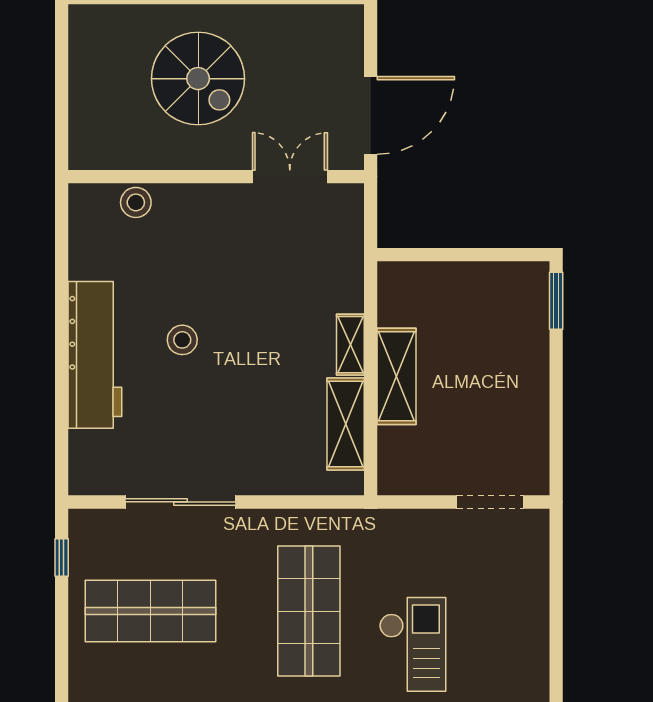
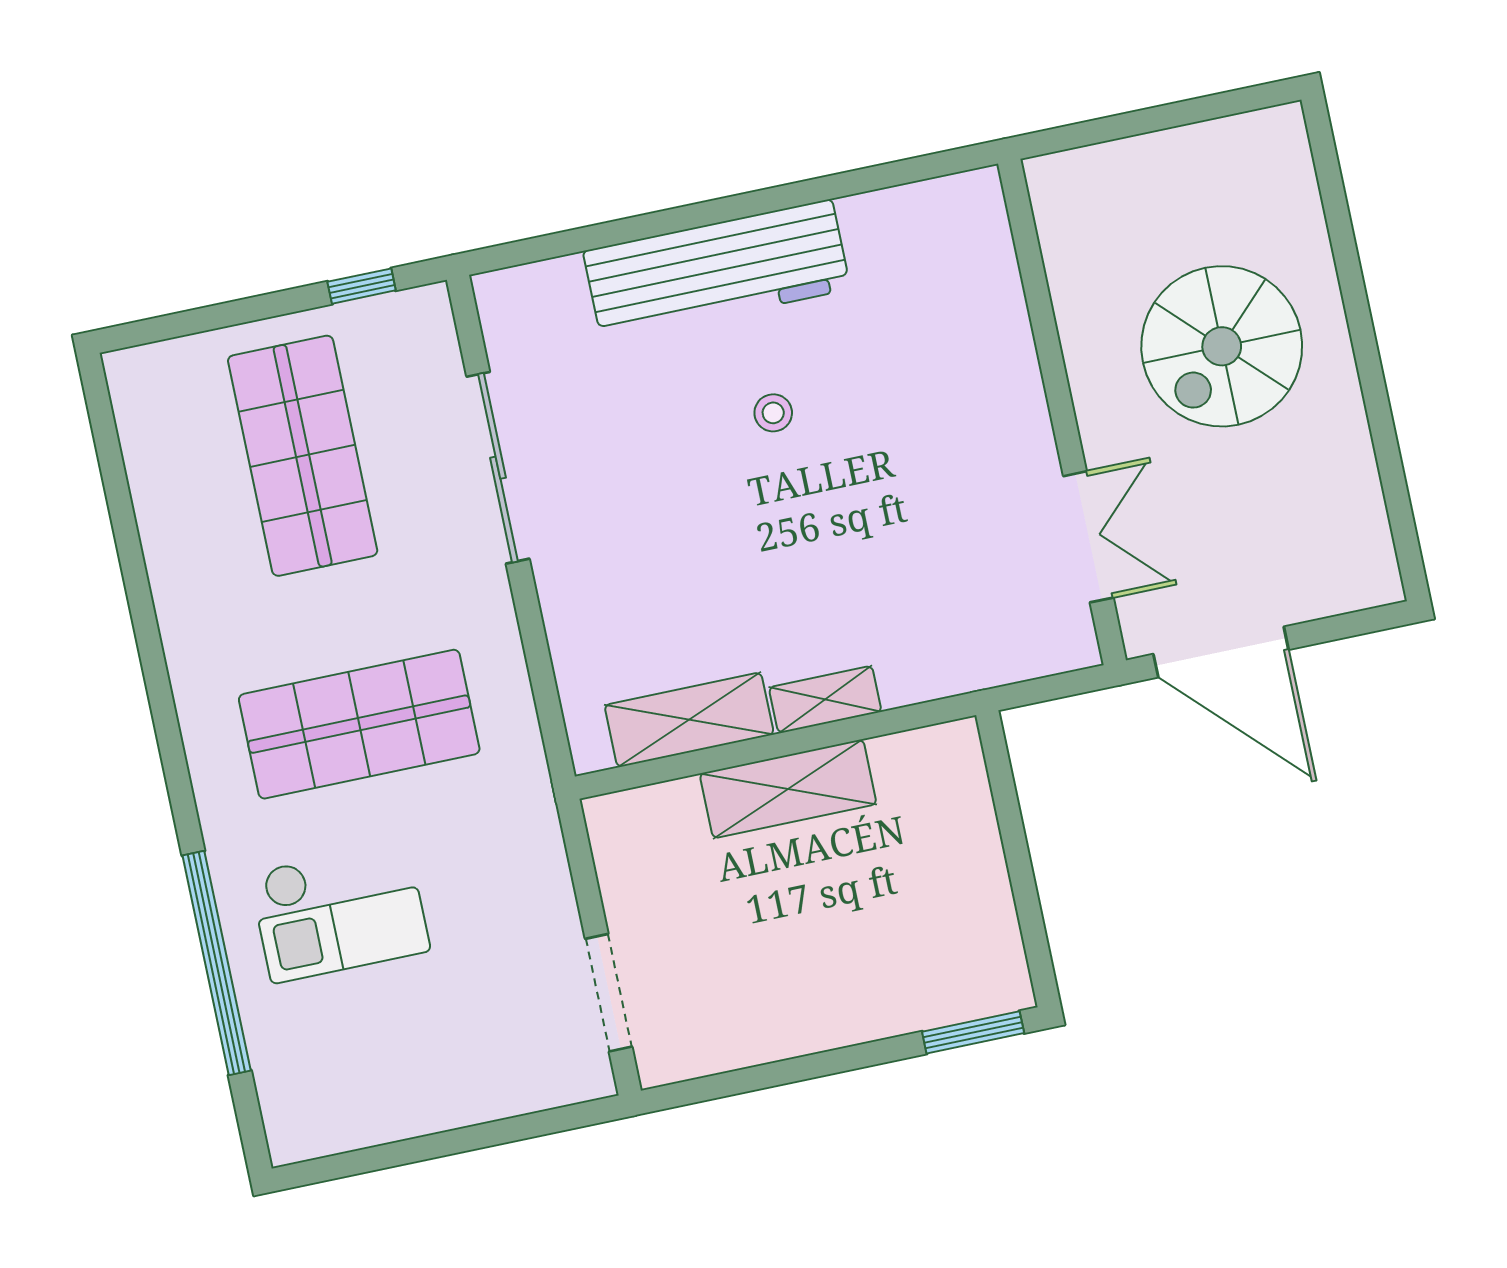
stool: (136, 202) -> (990, 285), removed
stool: (182, 340) -> (773, 413), width x0.73, depth x0.73

